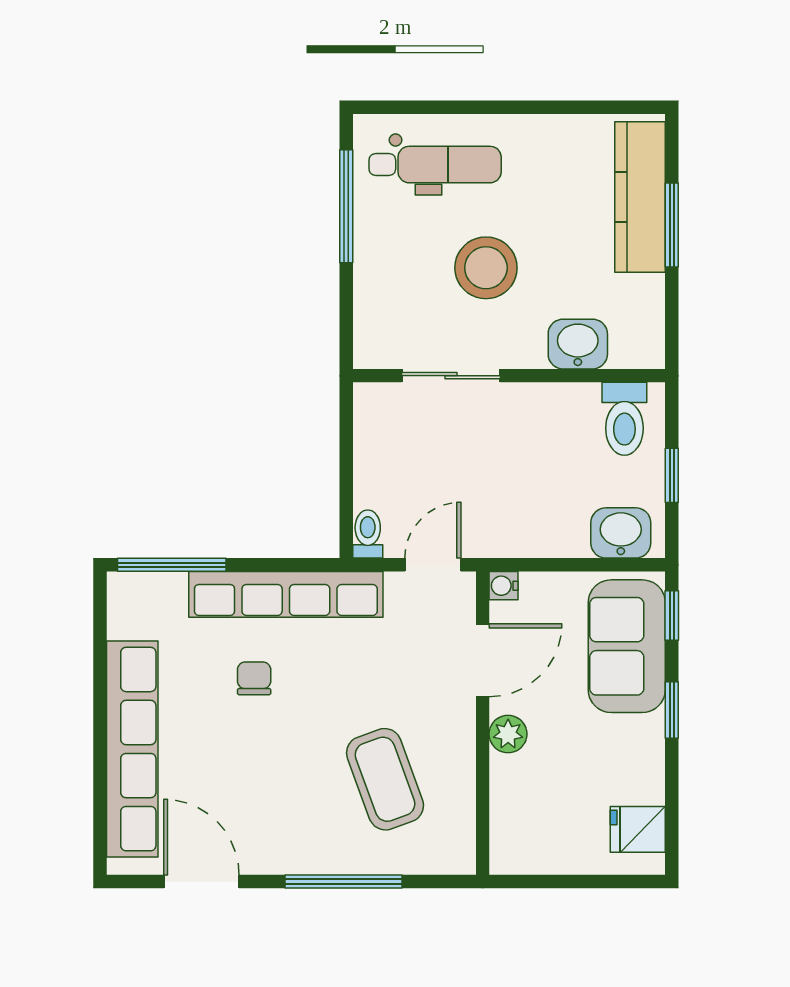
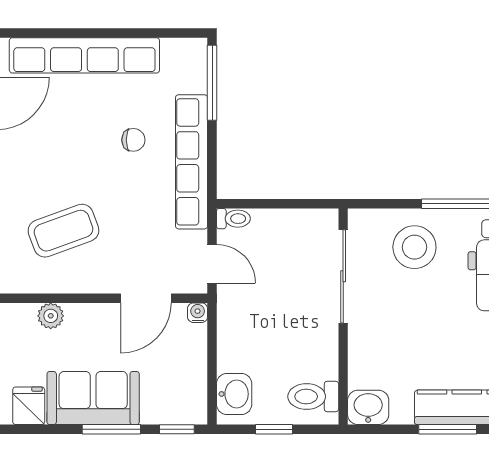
stool: (486, 268) -> (414, 247), moved
washbasin: (578, 344) -> (368, 407), moved, turned -90
sliding door: (451, 376) -> (343, 276), width x1.37
sofa: (627, 646) -> (93, 398), moved
door: (483, 660) -> (146, 298), hinge flipped
window: (672, 710) -> (111, 429), width x1.50
plant: (508, 734) -> (51, 316), moved

